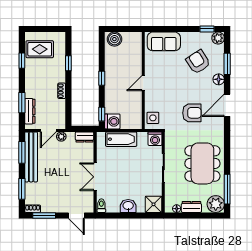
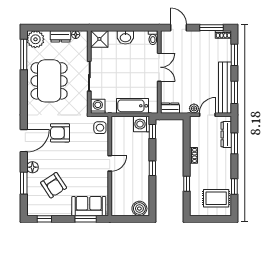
window: (167, 29) -> (86, 219), added
plant: (218, 38) -> (33, 210), removed

